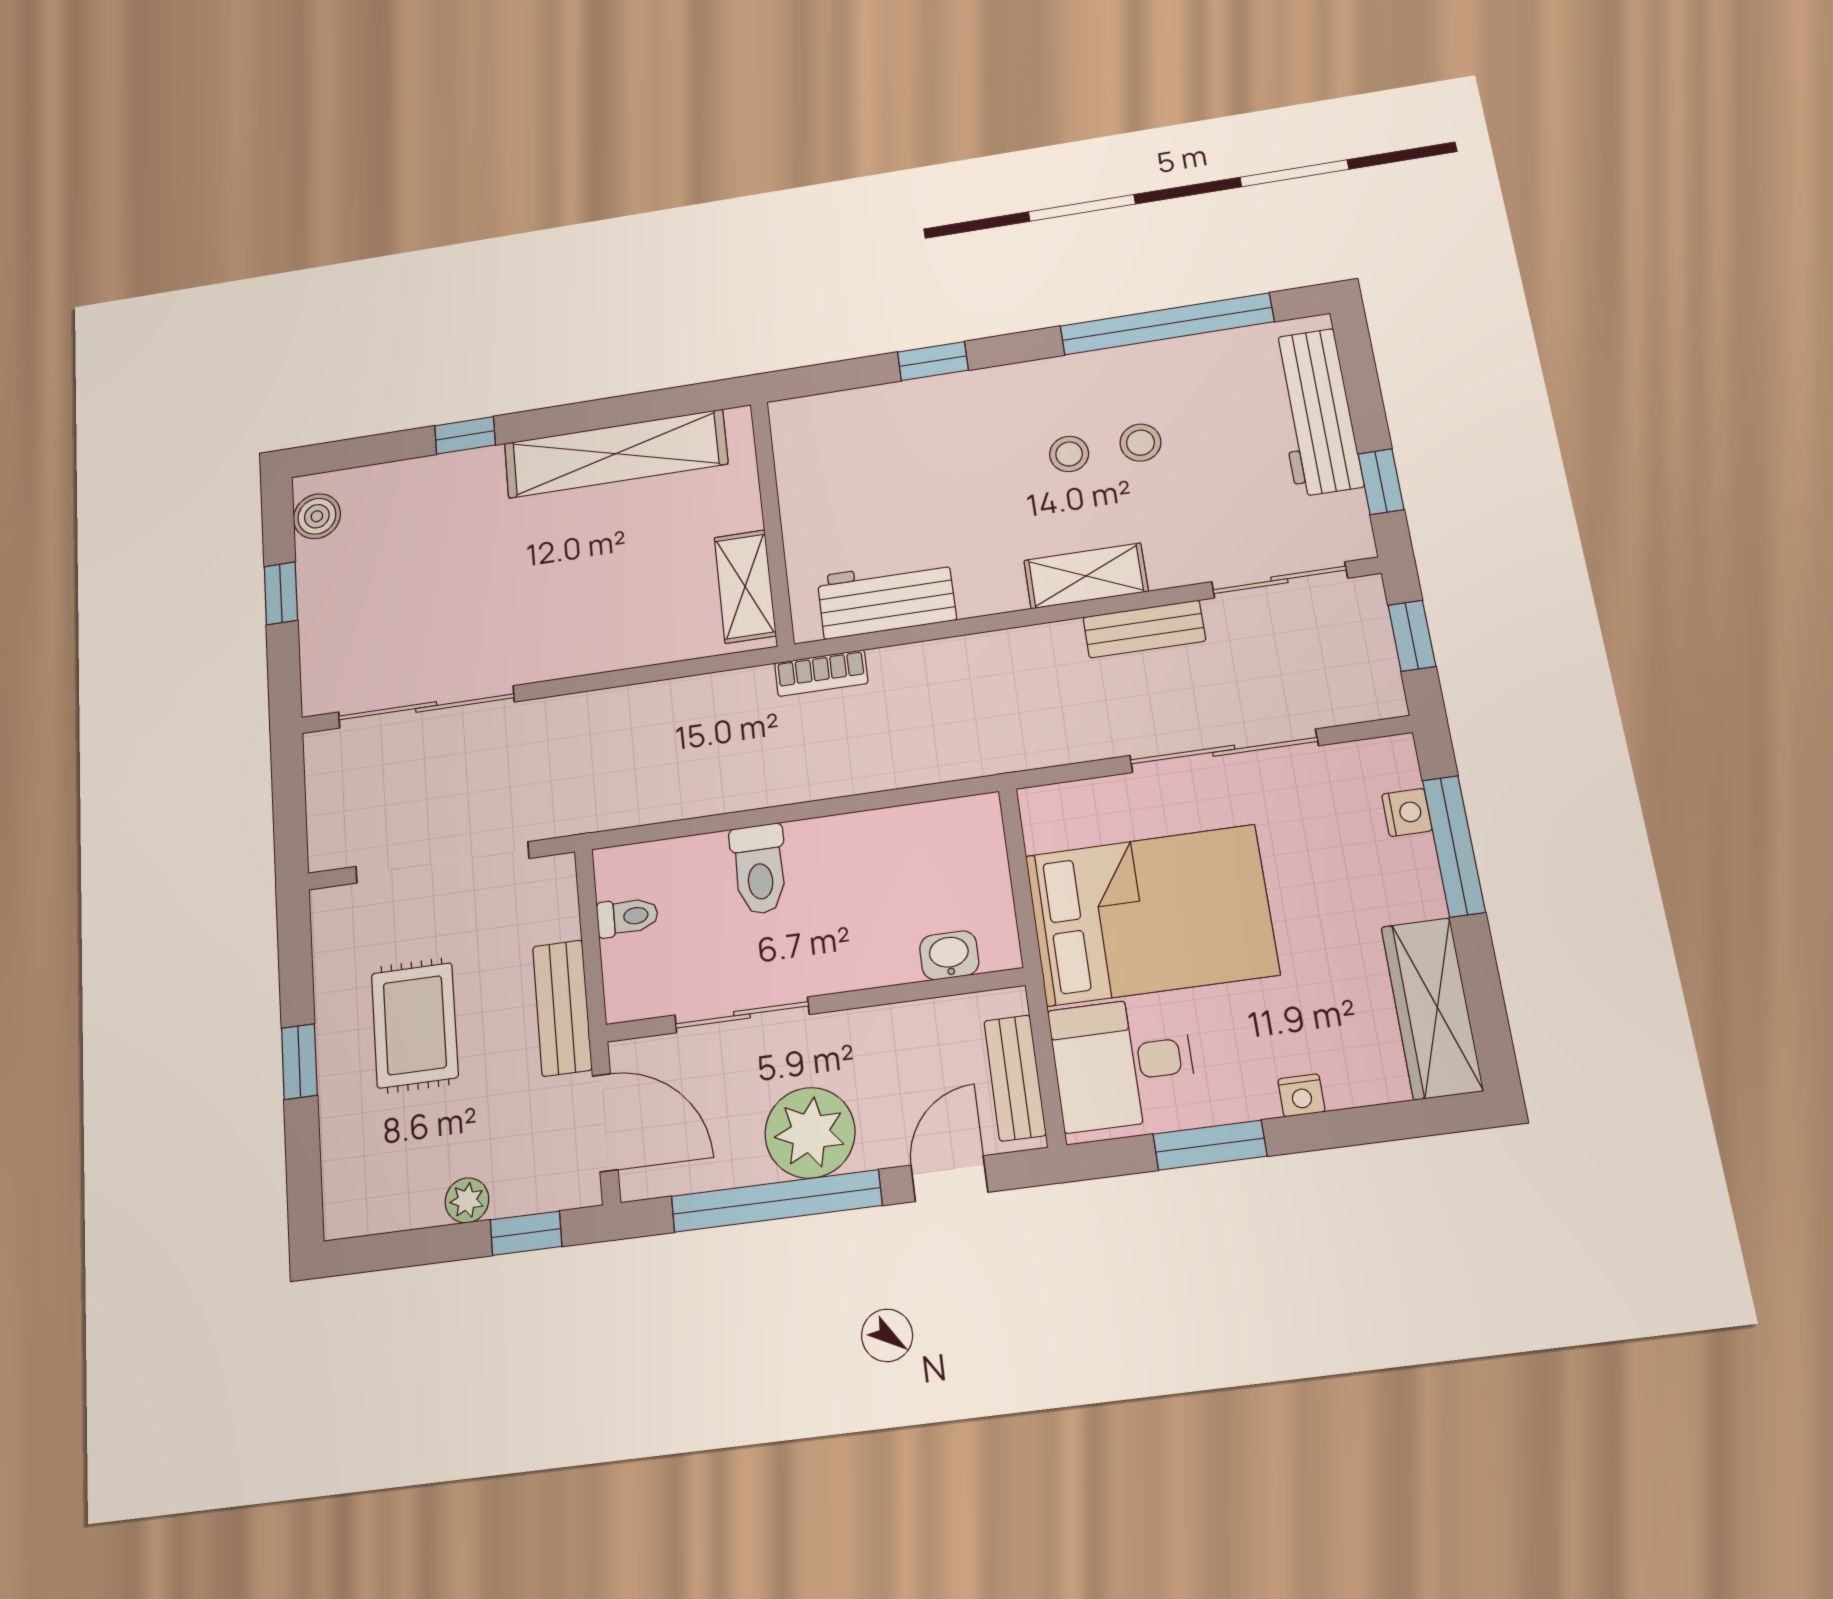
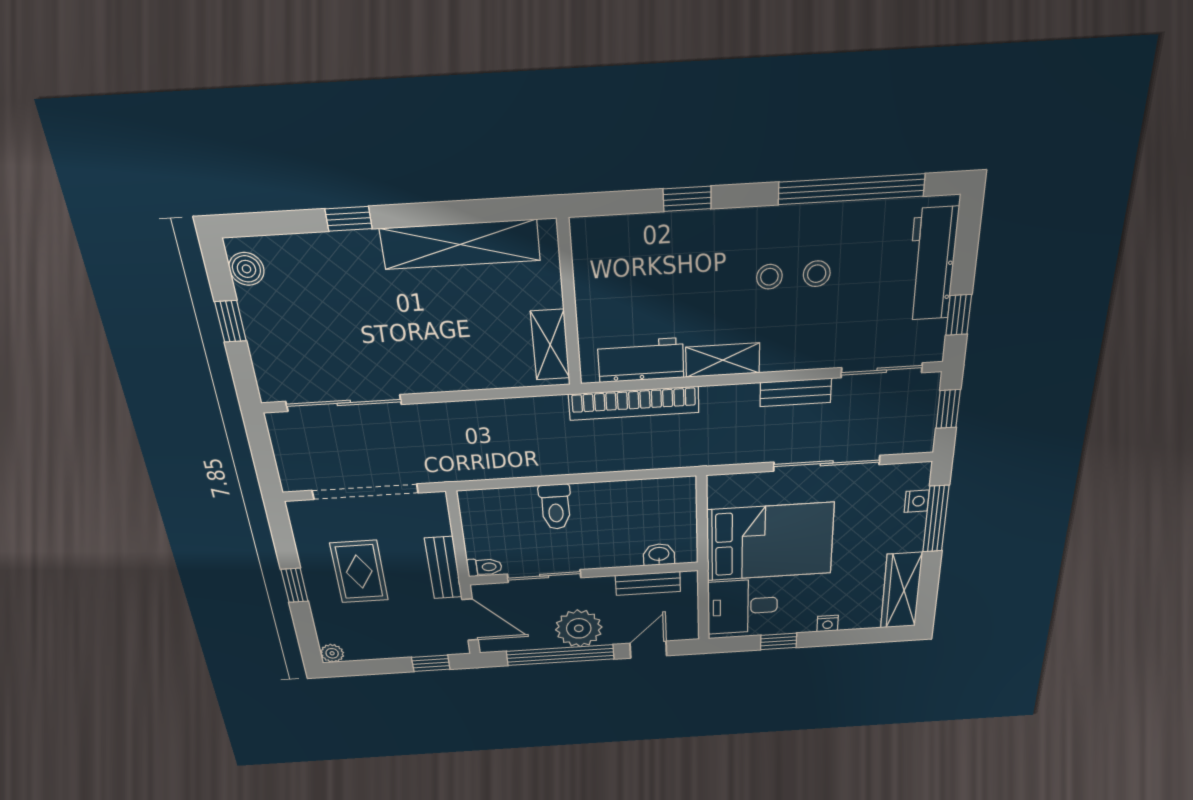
shelving: (1086, 576) -> (723, 360), moved
bookcase: (821, 673) -> (634, 403), width x2.31, depth x1.31
toilet: (627, 917) -> (484, 567), moved
bench: (1015, 1078) -> (648, 583), moved, turned 90
window: (1210, 1145) -> (779, 641), width x0.67
plant: (467, 1200) -> (332, 653), moved

